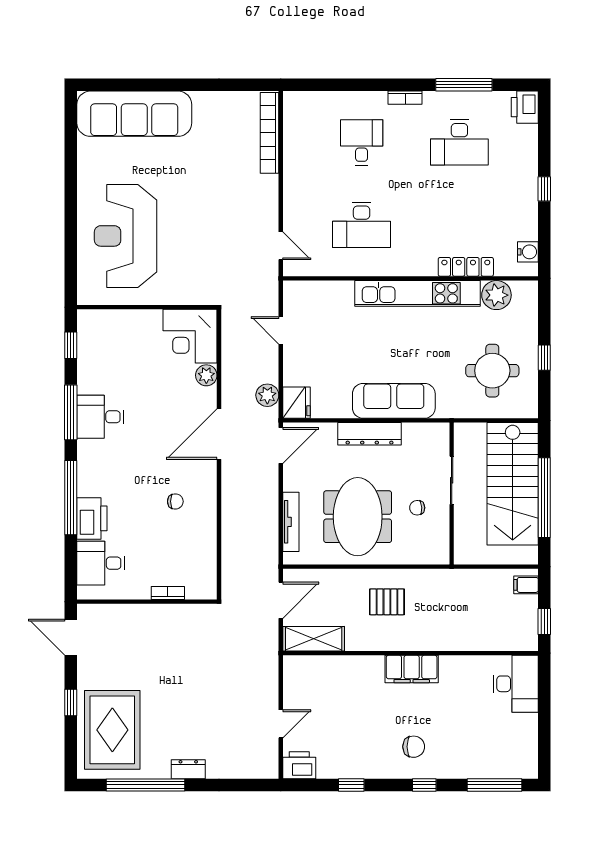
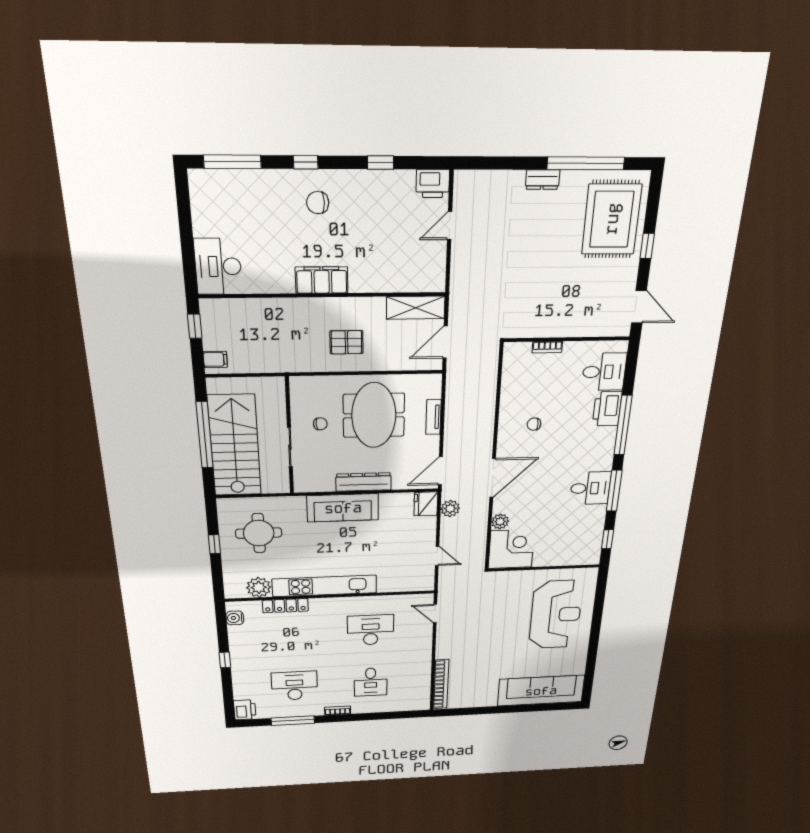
tv unit: (291, 522) -> (433, 417), width x0.71

